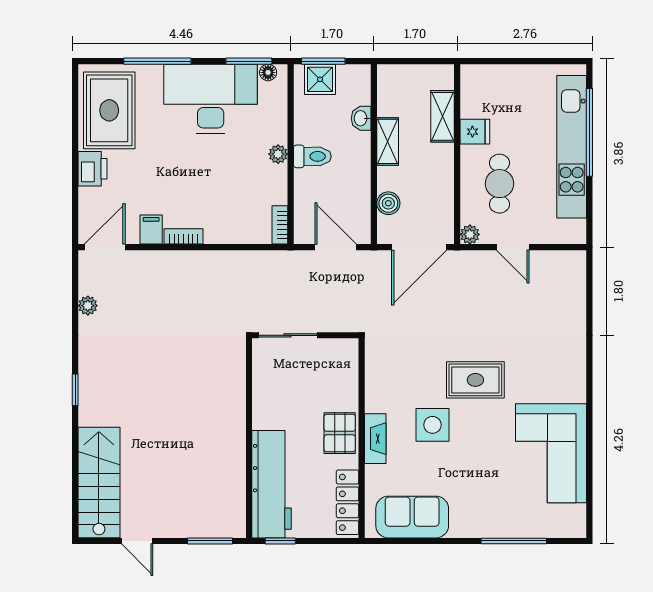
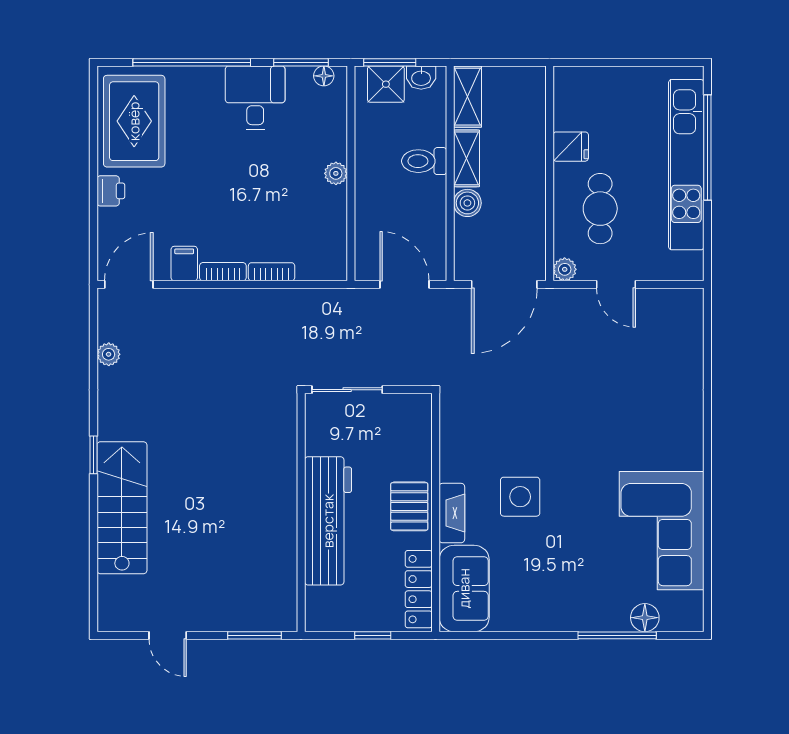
window: (157, 61) -> (192, 62), width x1.46
desk: (211, 99) -> (255, 98), width x0.53, depth x0.77
shelving: (443, 116) -> (468, 97), moved
washbasin: (361, 118) -> (421, 78), moved, turned -90
toilet: (312, 156) -> (424, 161), moved, turned 180
printer: (92, 169) -> (111, 191), width x0.73, depth x0.81
boiler: (388, 203) -> (467, 203), moved
bookcase: (280, 225) -> (272, 272), moved, turned 90
rug: (475, 380) -> (571, 443), removed
stairs: (99, 483) -> (122, 508), moved
workbench: (272, 484) -> (328, 521), moved
sofa: (412, 517) -> (464, 588), moved, turned 90
floor lamp: (537, 526) -> (645, 618), added
window: (280, 541) -> (373, 635), moved

